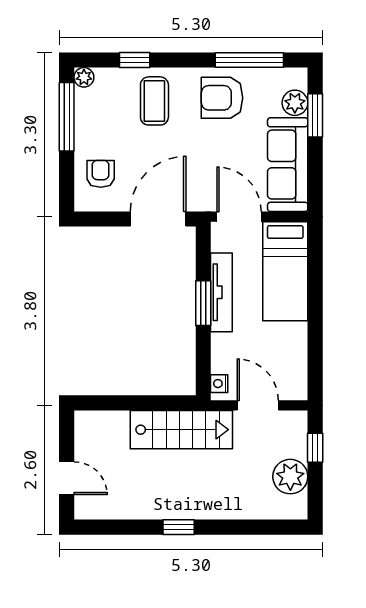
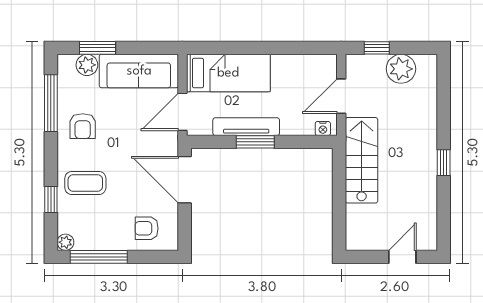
armchair: (222, 98) -> (83, 126), width x0.72, depth x0.72

